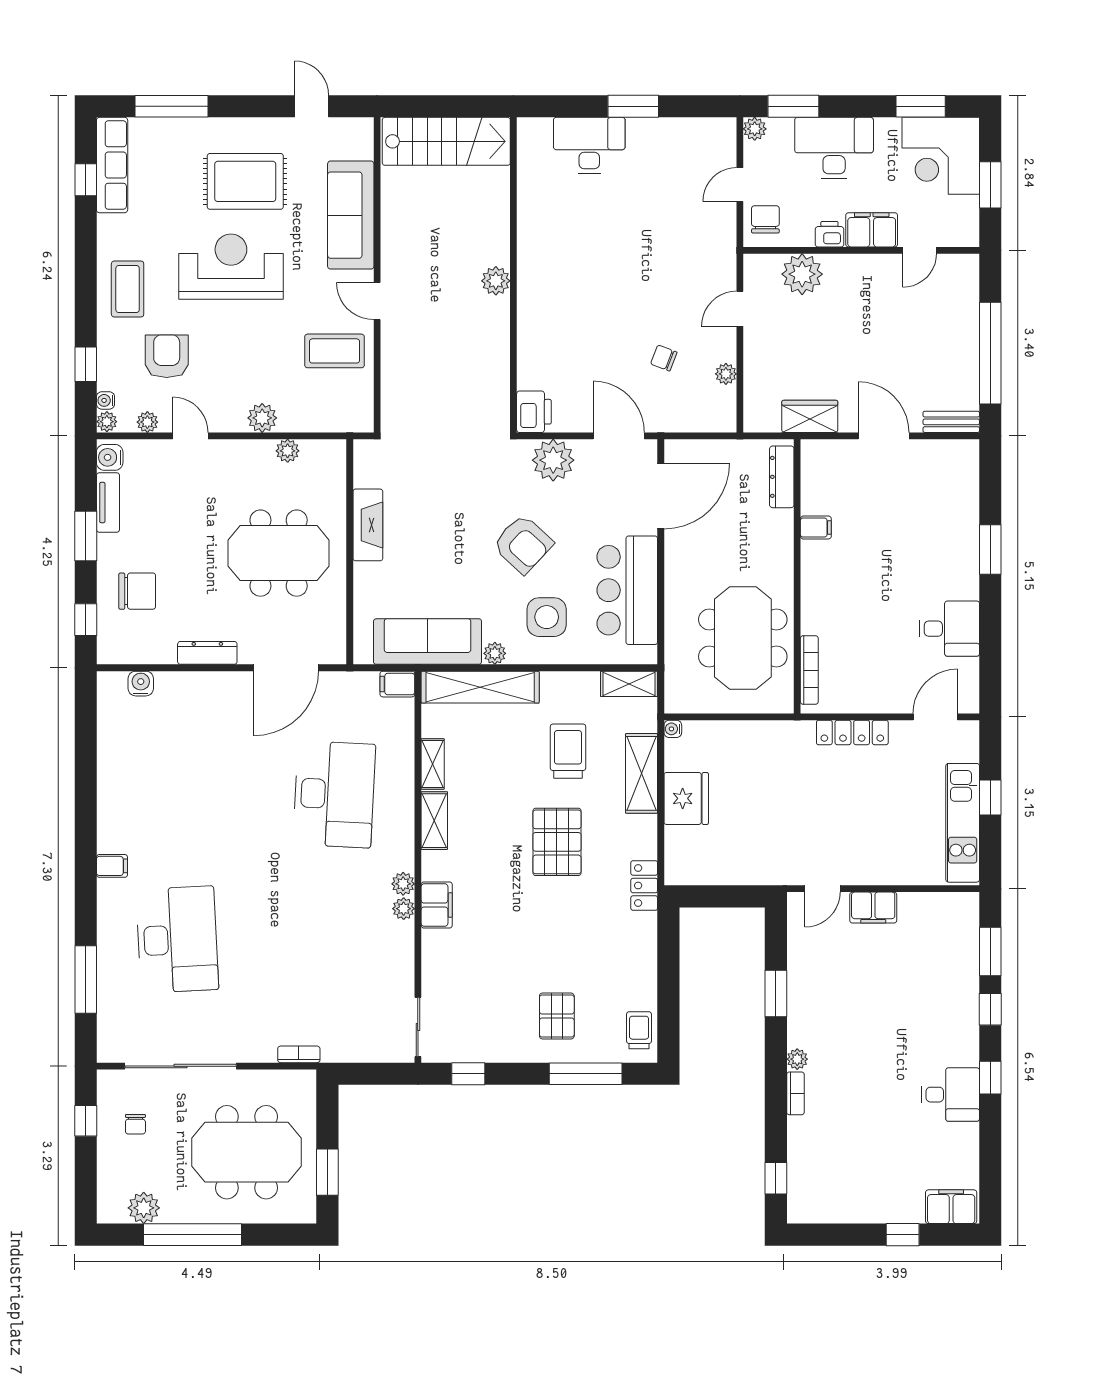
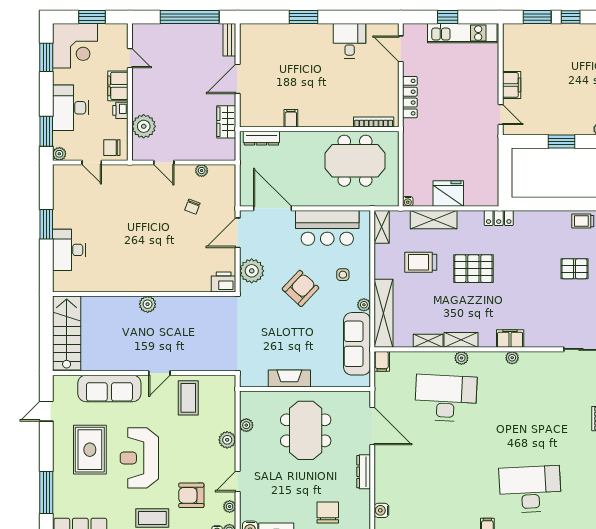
side table: (547, 617) -> (343, 275), width x0.54, depth x0.54
plant: (403, 884) -> (461, 358), moved

